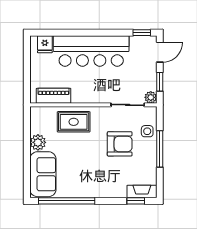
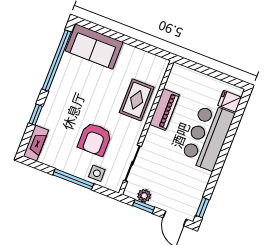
bar counter: (91, 51) -> (208, 137), width x0.73
piano: (54, 96) -> (164, 110), moved
plant: (151, 97) -> (144, 196), moved
plant: (38, 142) -> (130, 54), removed
window: (136, 201) -> (36, 115), moved

